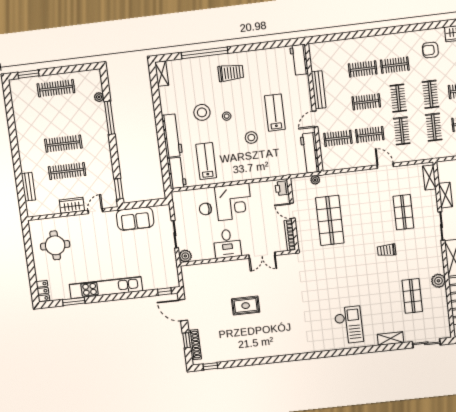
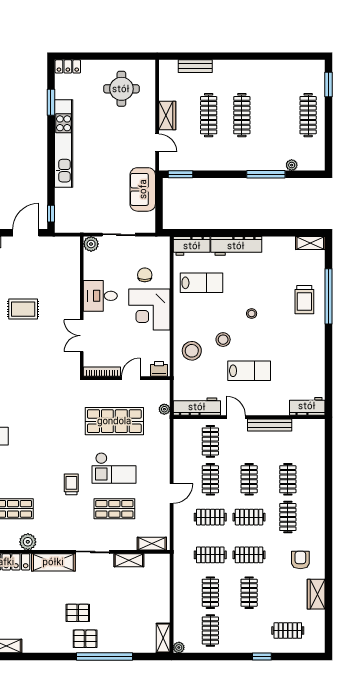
trolley: (231, 73) -> (304, 300), moved
stool: (202, 112) -> (192, 351), moved
checkout: (369, 216) -> (114, 468), added
rug: (246, 306) -> (23, 309), turned 90

